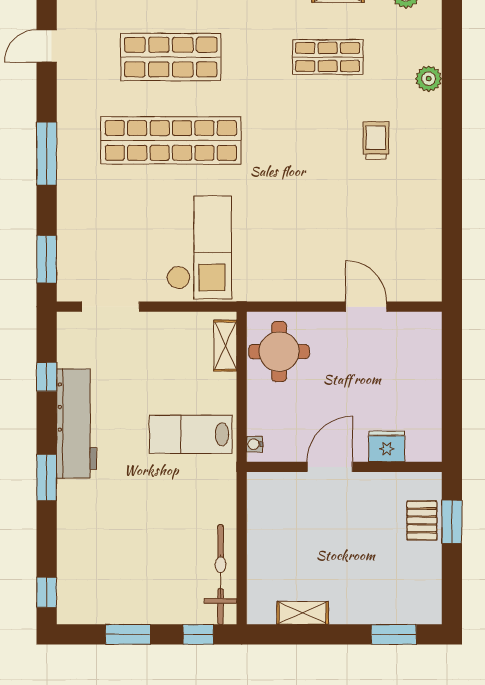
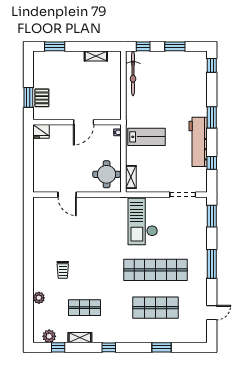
fridge: (387, 446) -> (41, 131), moved

